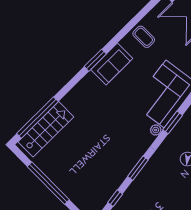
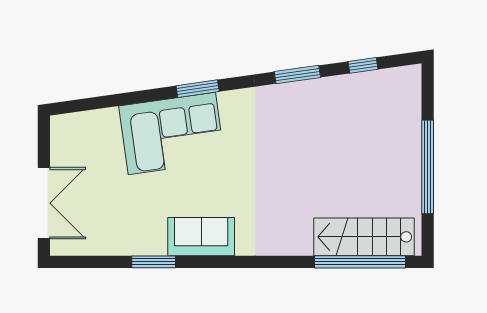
coffee table: (144, 37) -> (128, 231), removed
window: (95, 60) -> (154, 262), moved
plant: (156, 130) -> (228, 100), removed

